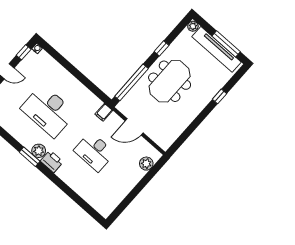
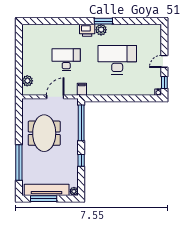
meeting table: (170, 81) -> (44, 133), moved
window: (220, 96) -> (19, 162), width x3.17

